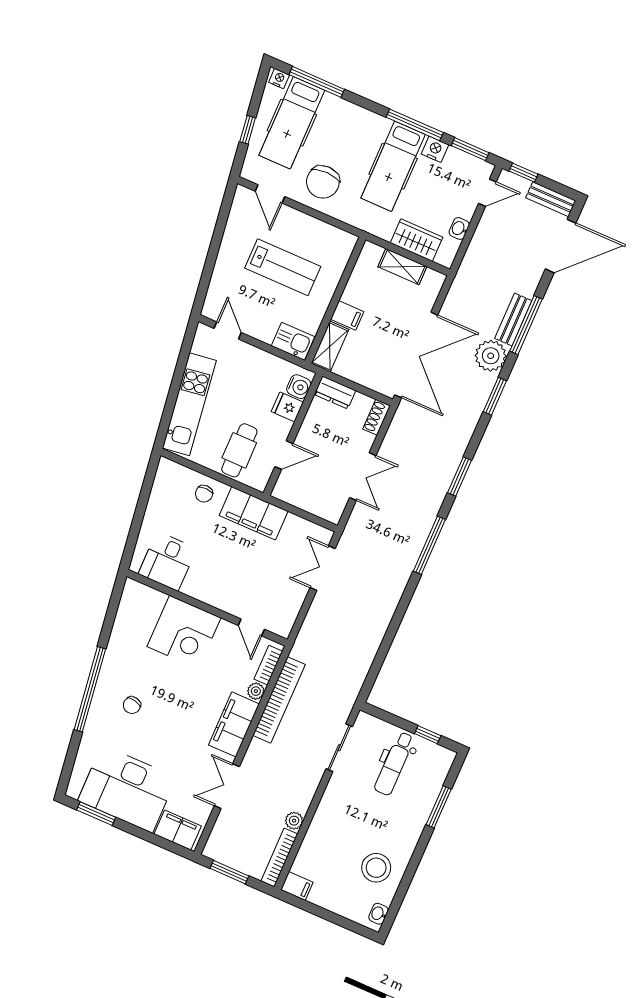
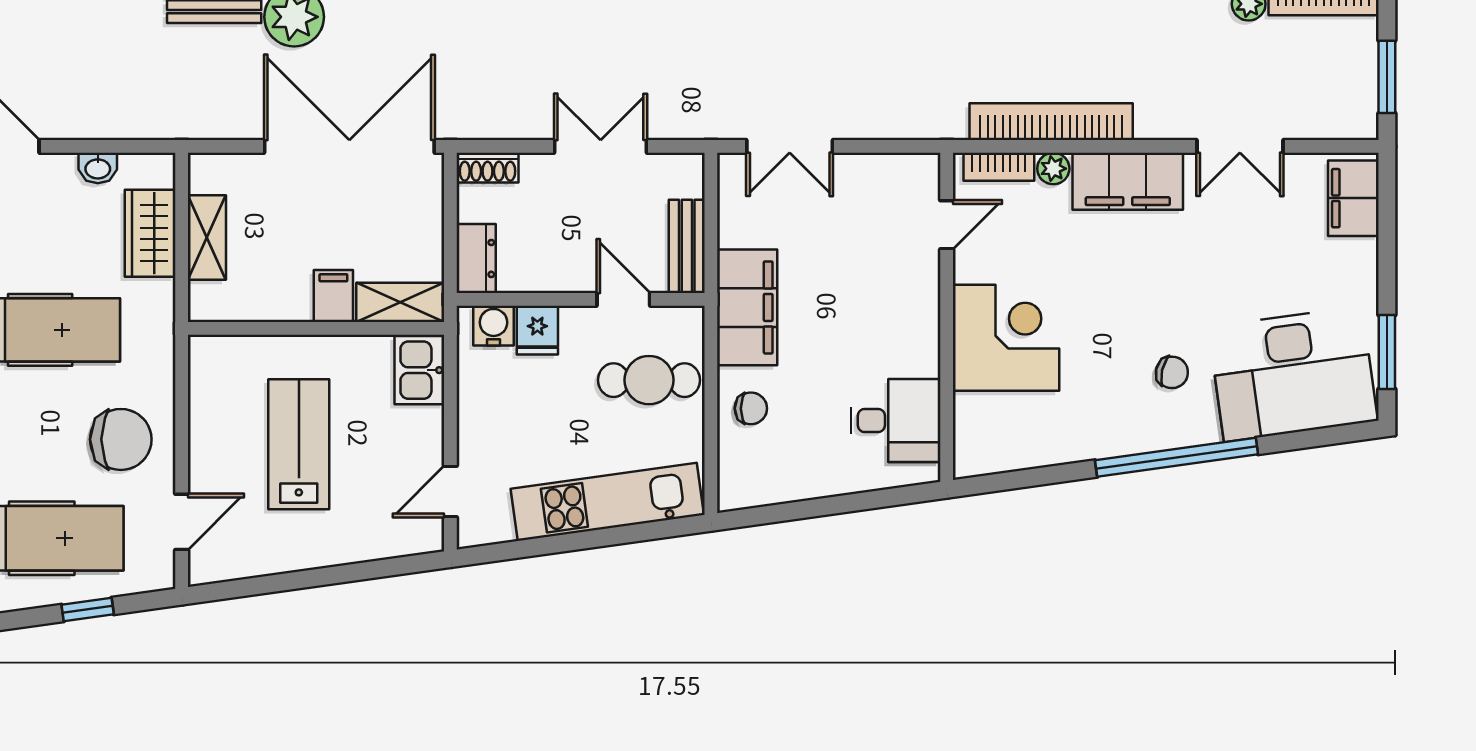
bench: (296, 497) -> (687, 246), added
desk: (127, 789) -> (1293, 374), moved, turned 82

